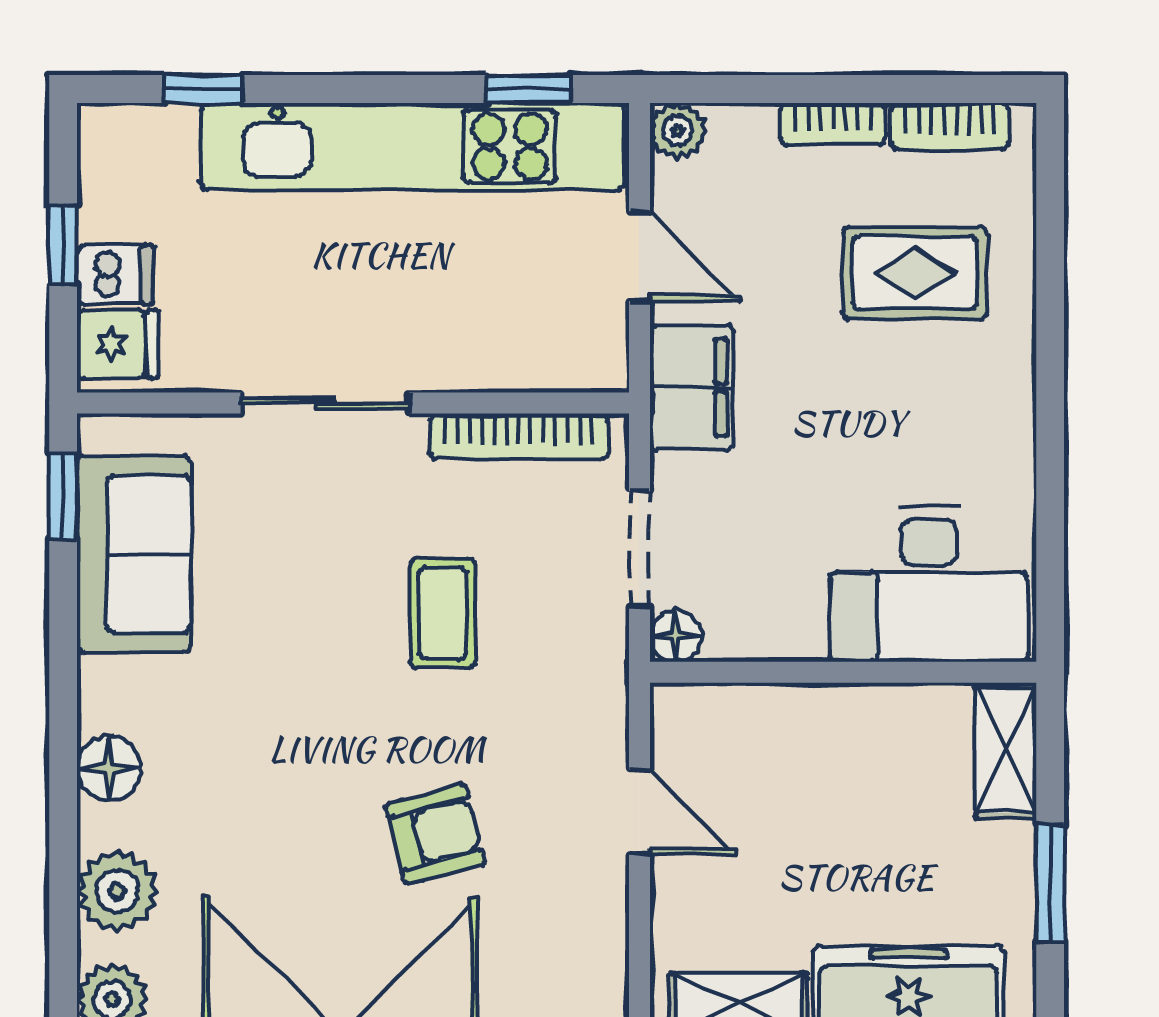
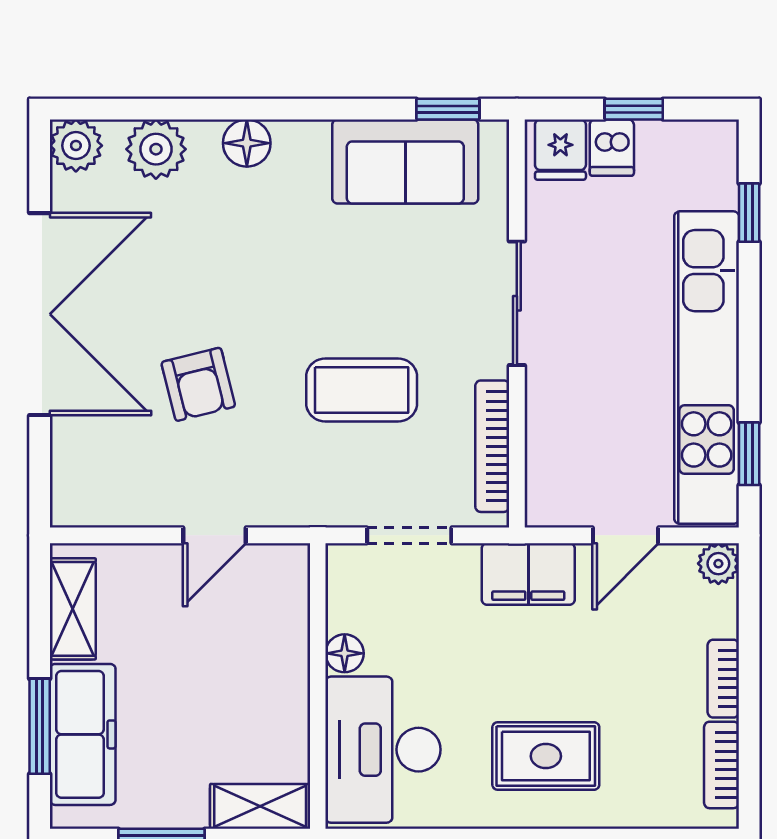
rug: (915, 273) -> (546, 756), moved, turned 90
coffee table: (443, 613) -> (362, 390), width x1.36, depth x1.30
floor lamp: (676, 636) -> (345, 653), moved

